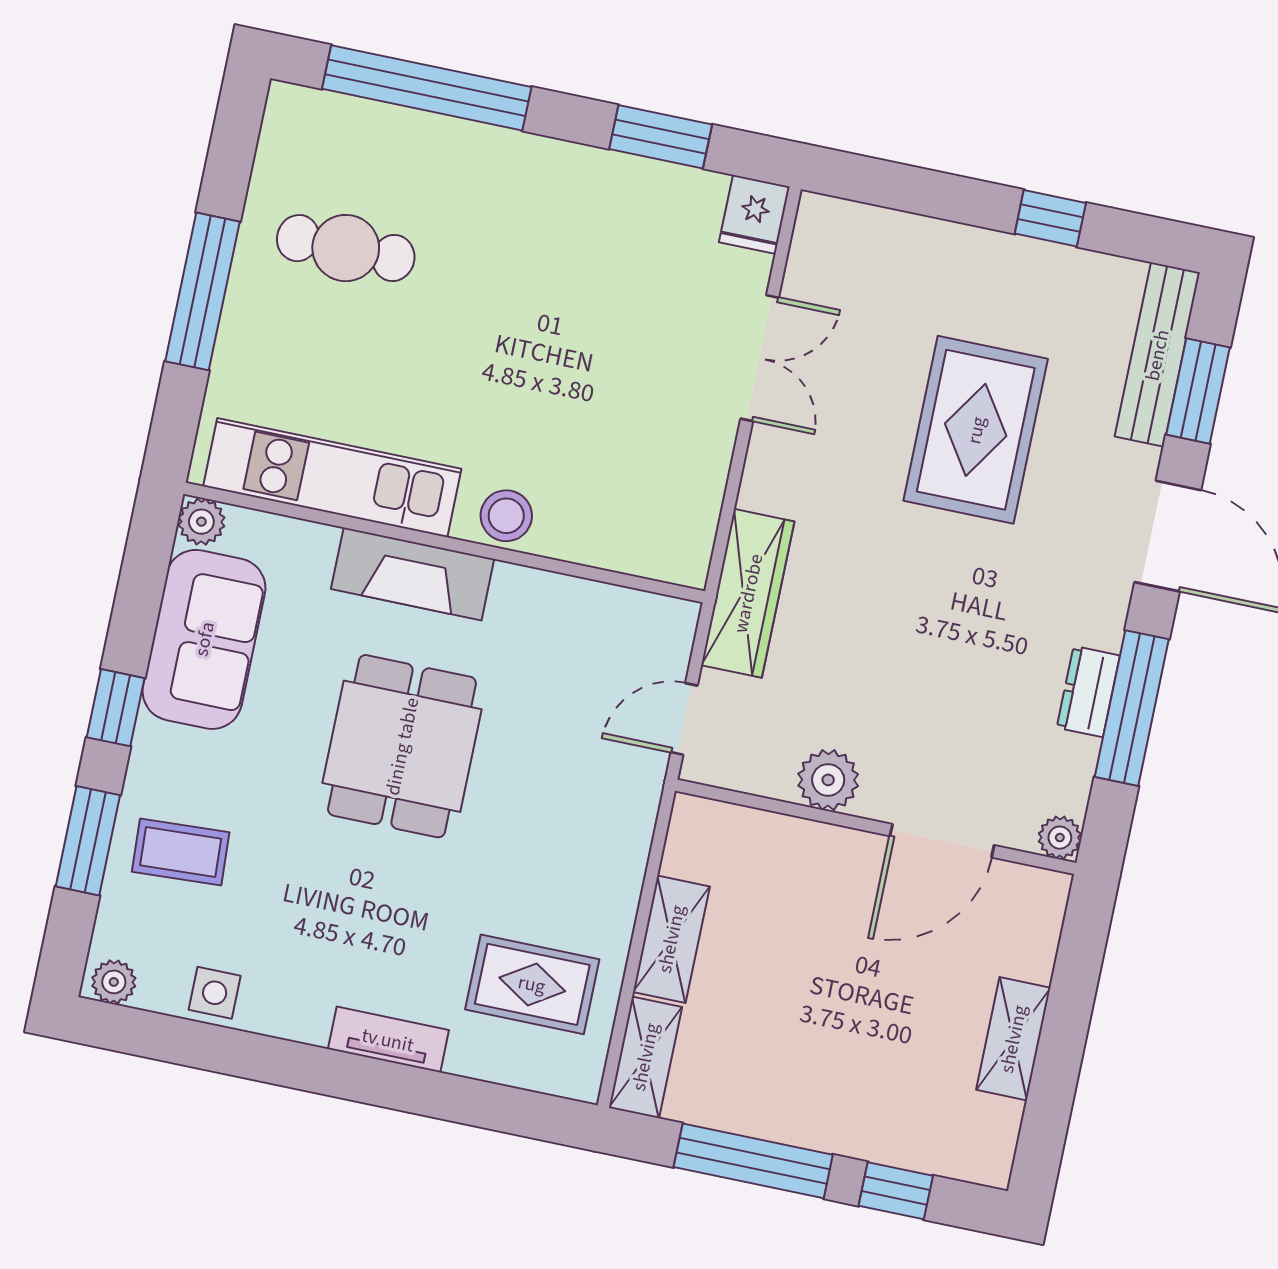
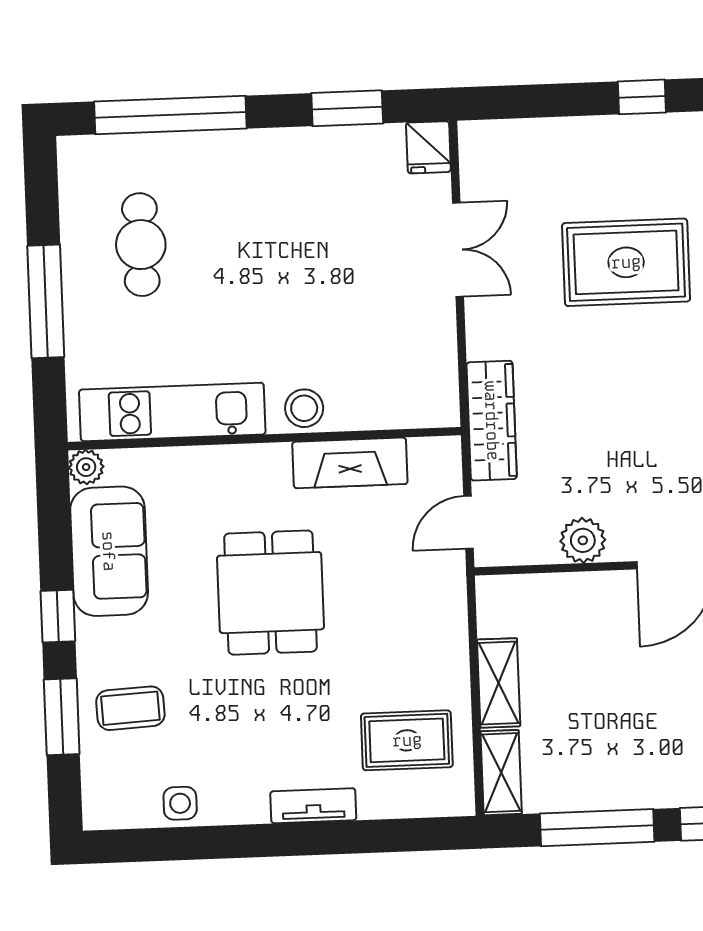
cafe table: (346, 248) -> (141, 245), turned 90
rug: (976, 430) -> (626, 262), turned 90
fireplace: (413, 574) -> (350, 463), moved
plant: (114, 982) -> (106, 814), removed

